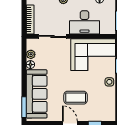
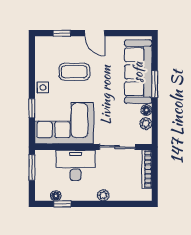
coffee table: (76, 98) -> (74, 72), moved
window: (24, 107) -> (155, 84), moved

